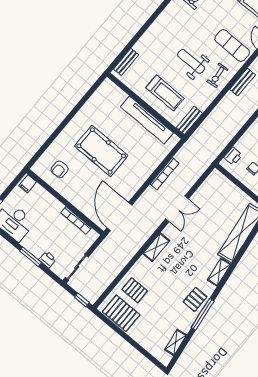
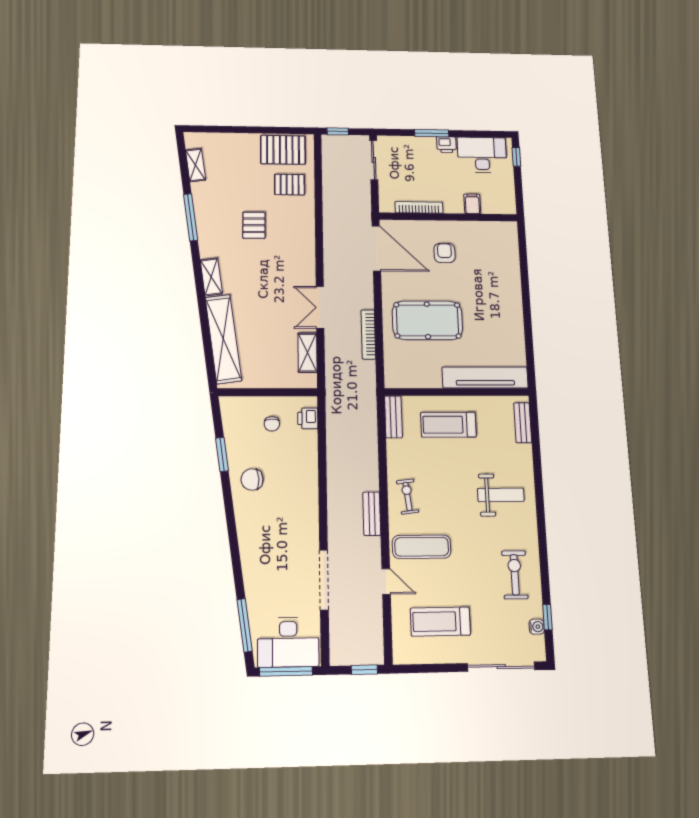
weight bench: (191, 61) -> (501, 495), moved
tv unit: (147, 120) -> (485, 377), moved
pool table: (101, 151) -> (427, 320), moved
armchair: (60, 169) -> (445, 253), moved
filing cabinet: (28, 184) -> (472, 204), moved
shelving: (156, 247) -> (307, 353), moved
printer: (48, 260) -> (446, 145), moved
pallet: (195, 299) -> (254, 225), moved

